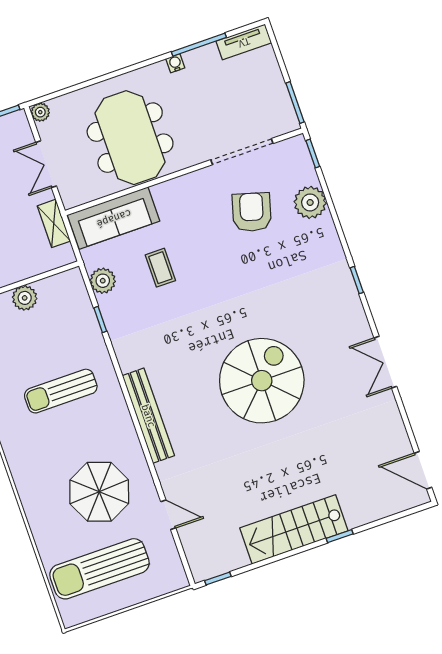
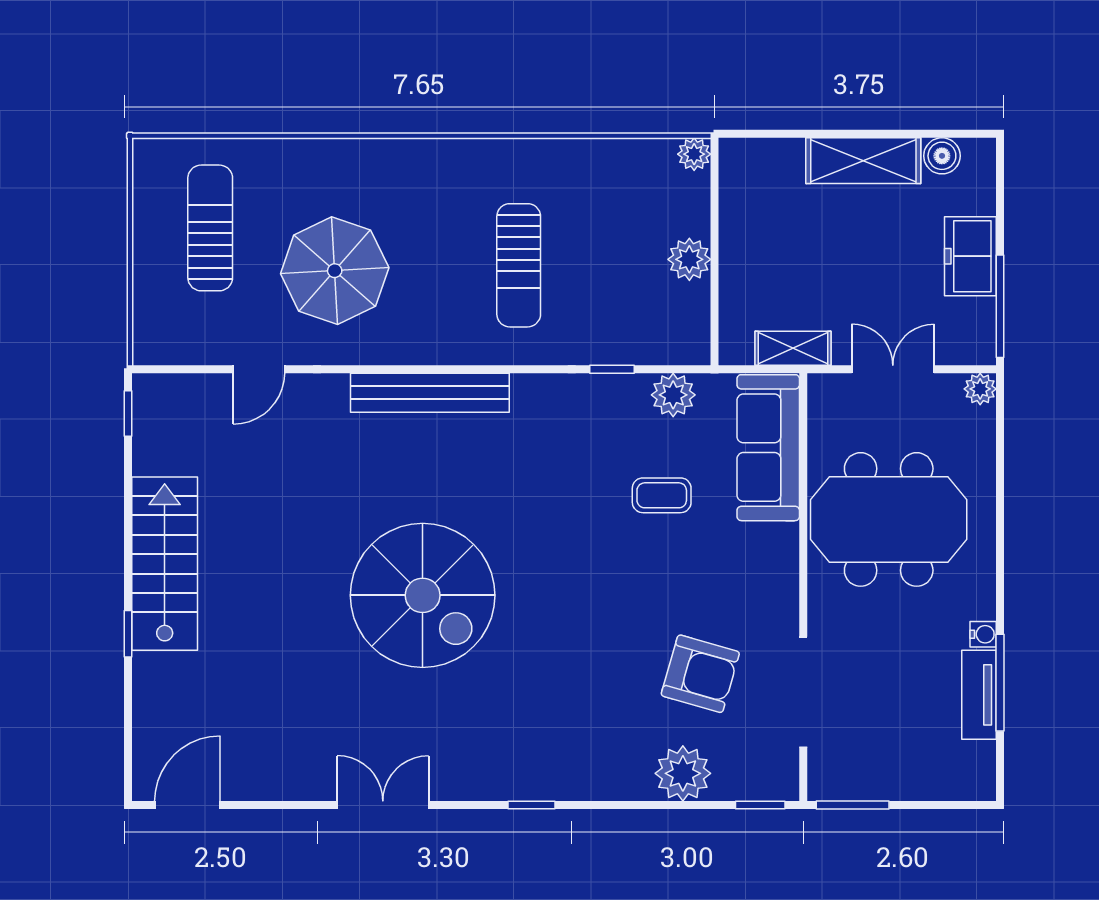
tv unit: (244, 42) -> (979, 695), moved
sun lounger: (61, 391) -> (519, 265), turned 180
sun lounger: (100, 569) -> (210, 228), width x0.73, depth x0.75

